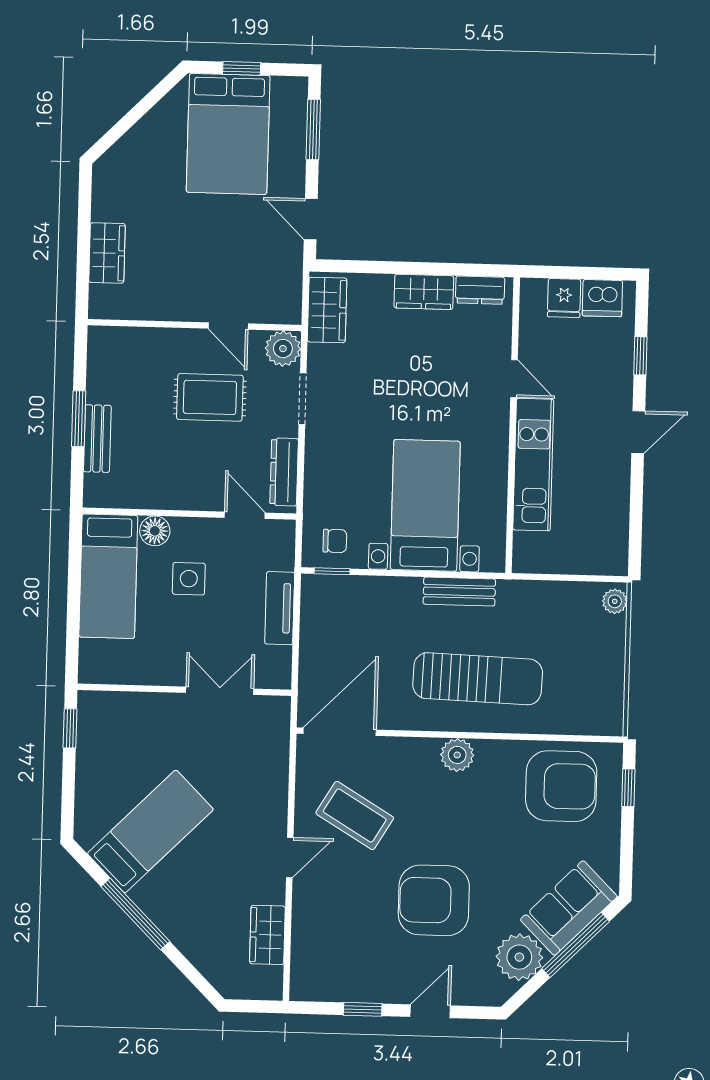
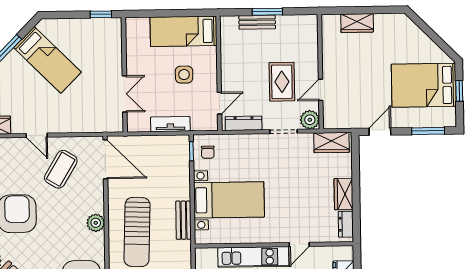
floor lamp: (155, 531) -> (209, 55), removed

